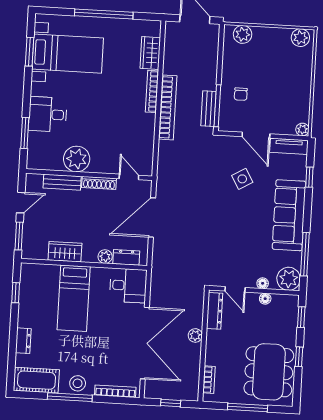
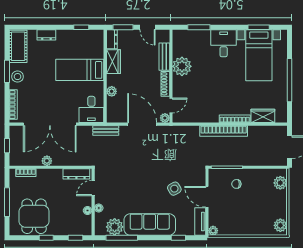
bench: (209, 109) -> (106, 131), moved
desk: (48, 114) -> (224, 43), moved
door: (256, 135) -> (207, 197), hinge flipped
plant: (145, 186) -> (165, 118), added
dresser: (126, 257) -> (112, 39), moved
plant: (289, 279) -> (115, 227), moved
plant: (195, 335) -> (47, 161), moved
dining table: (269, 372) -> (34, 216), width x0.73
window: (70, 397) -> (7, 71), width x0.69

